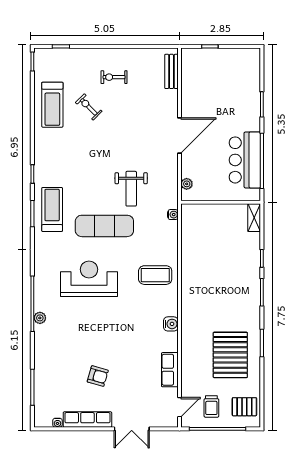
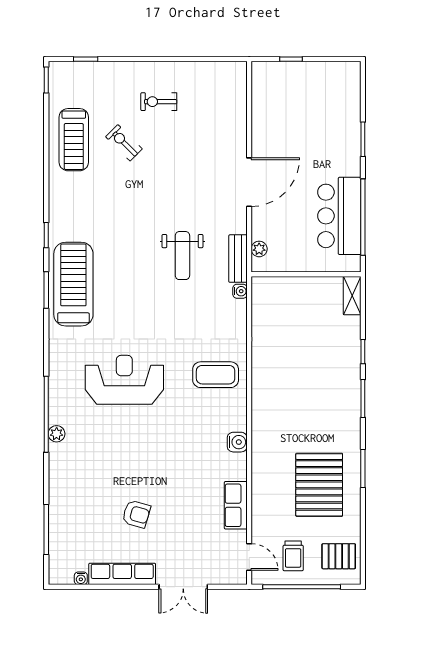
bench: (171, 71) -> (238, 259), moved
treadmill: (52, 209) -> (73, 284), width x1.37, depth x1.38
exercise mat: (104, 226) -> (146, 307), removed
door: (180, 407) -> (249, 557), hinge flipped

